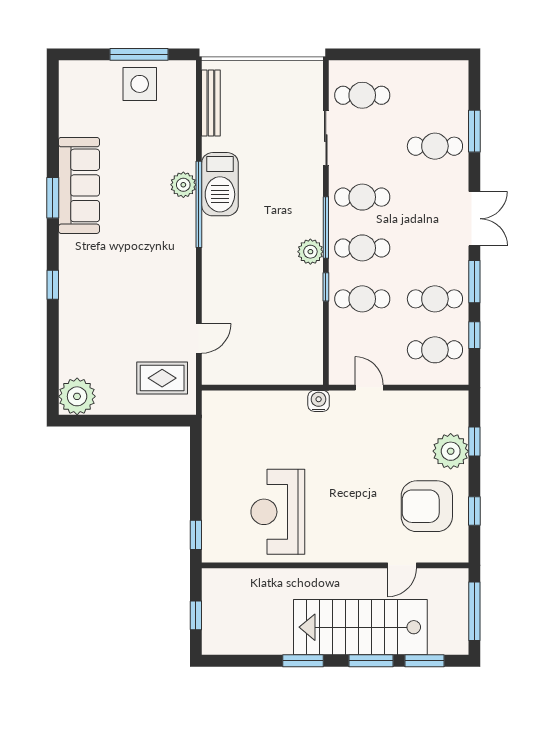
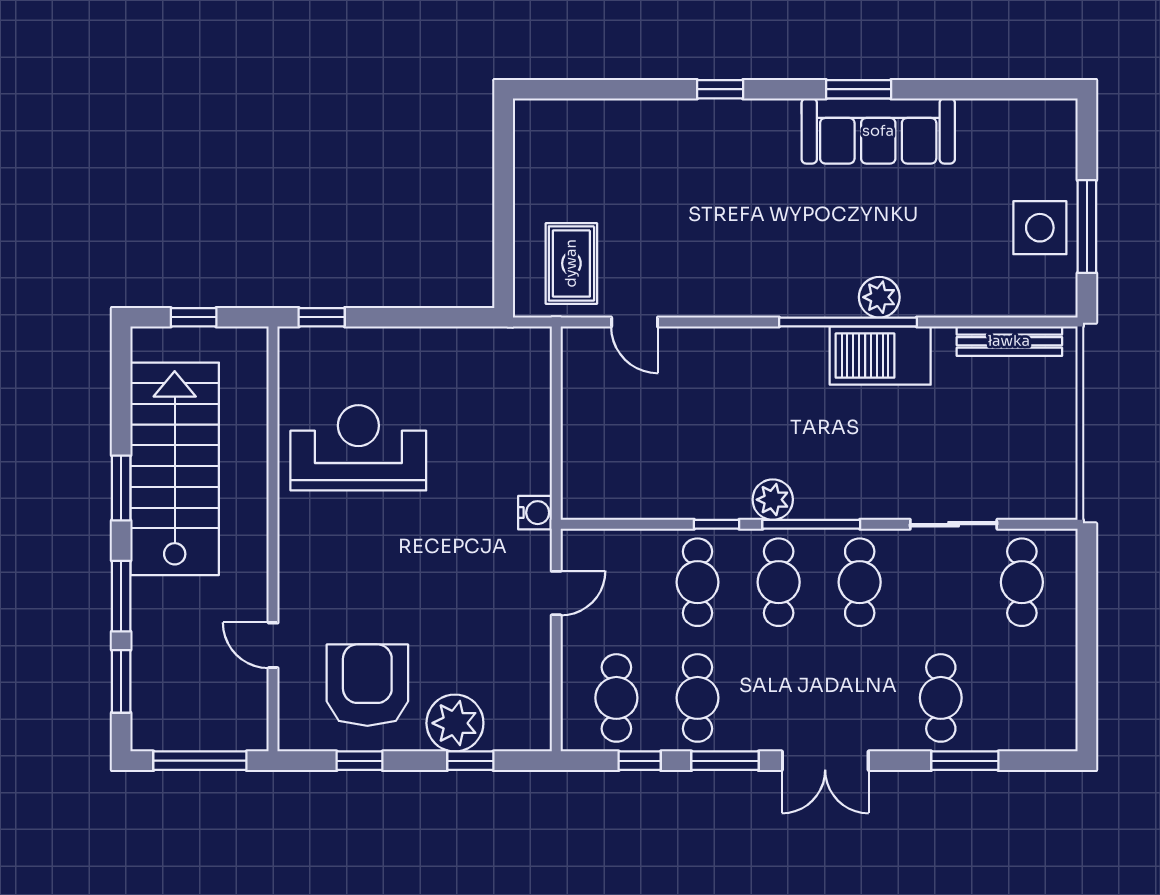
plant: (77, 396) -> (542, 128), removed
stairs: (360, 627) -> (175, 469), moved

